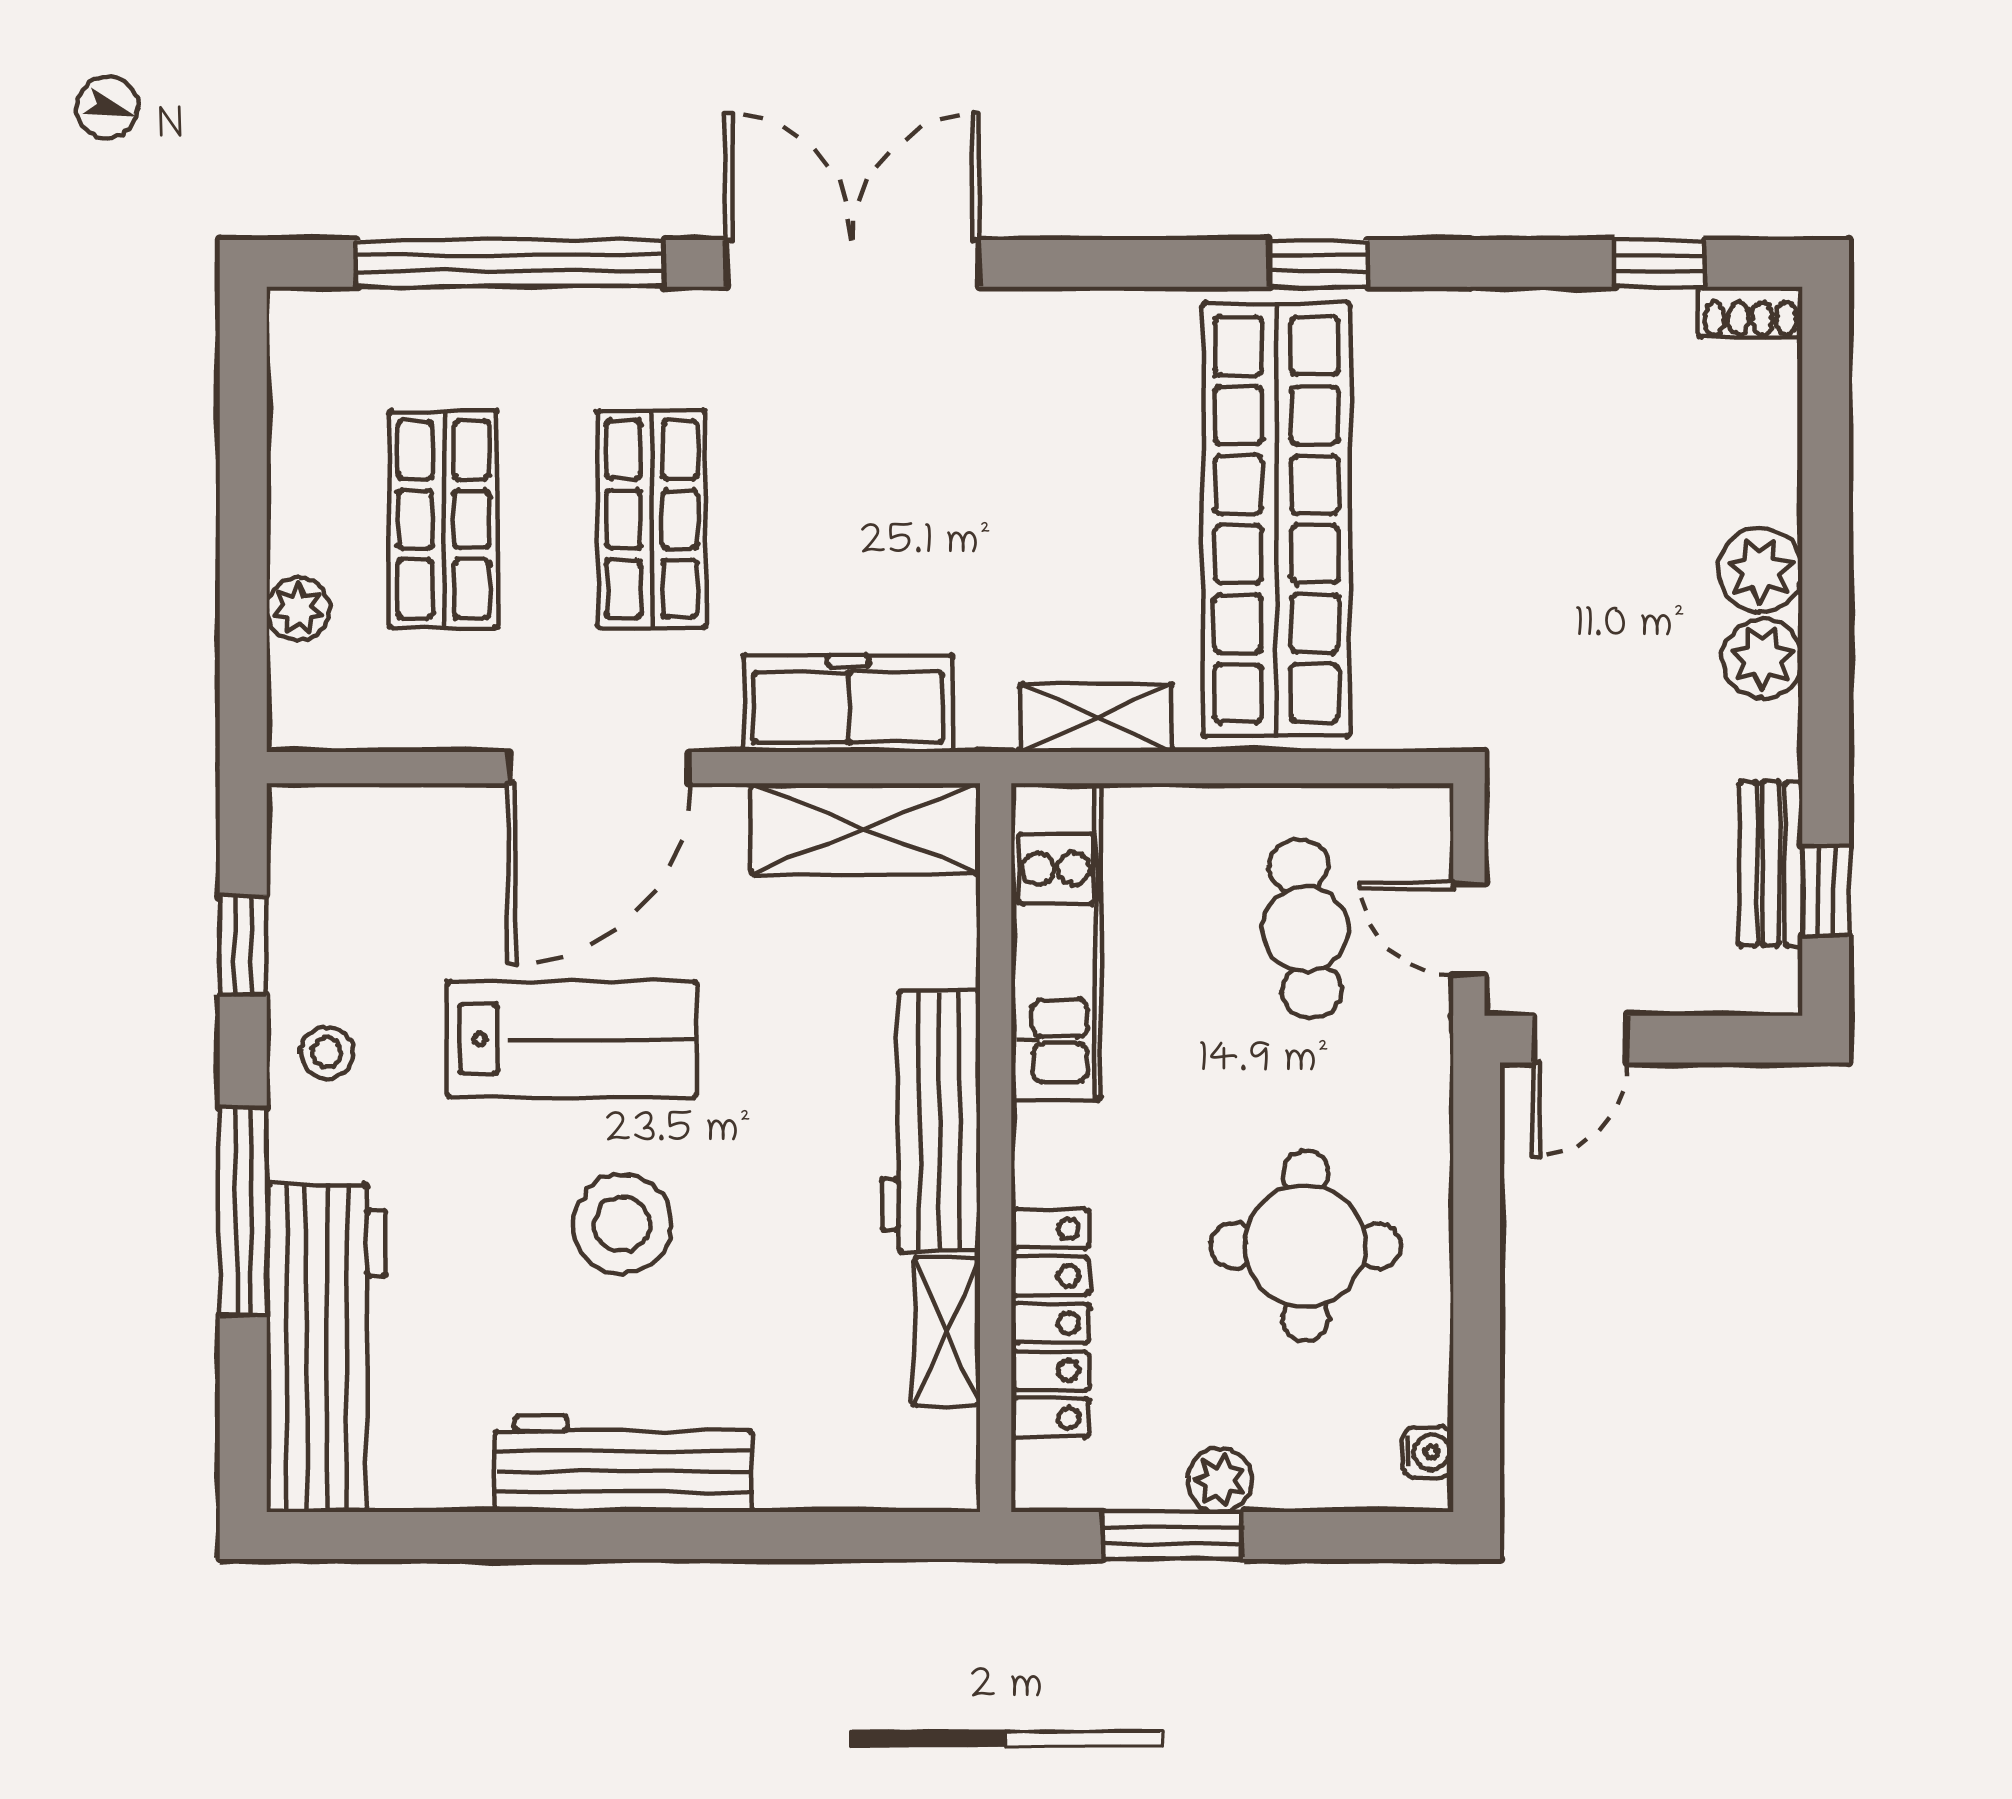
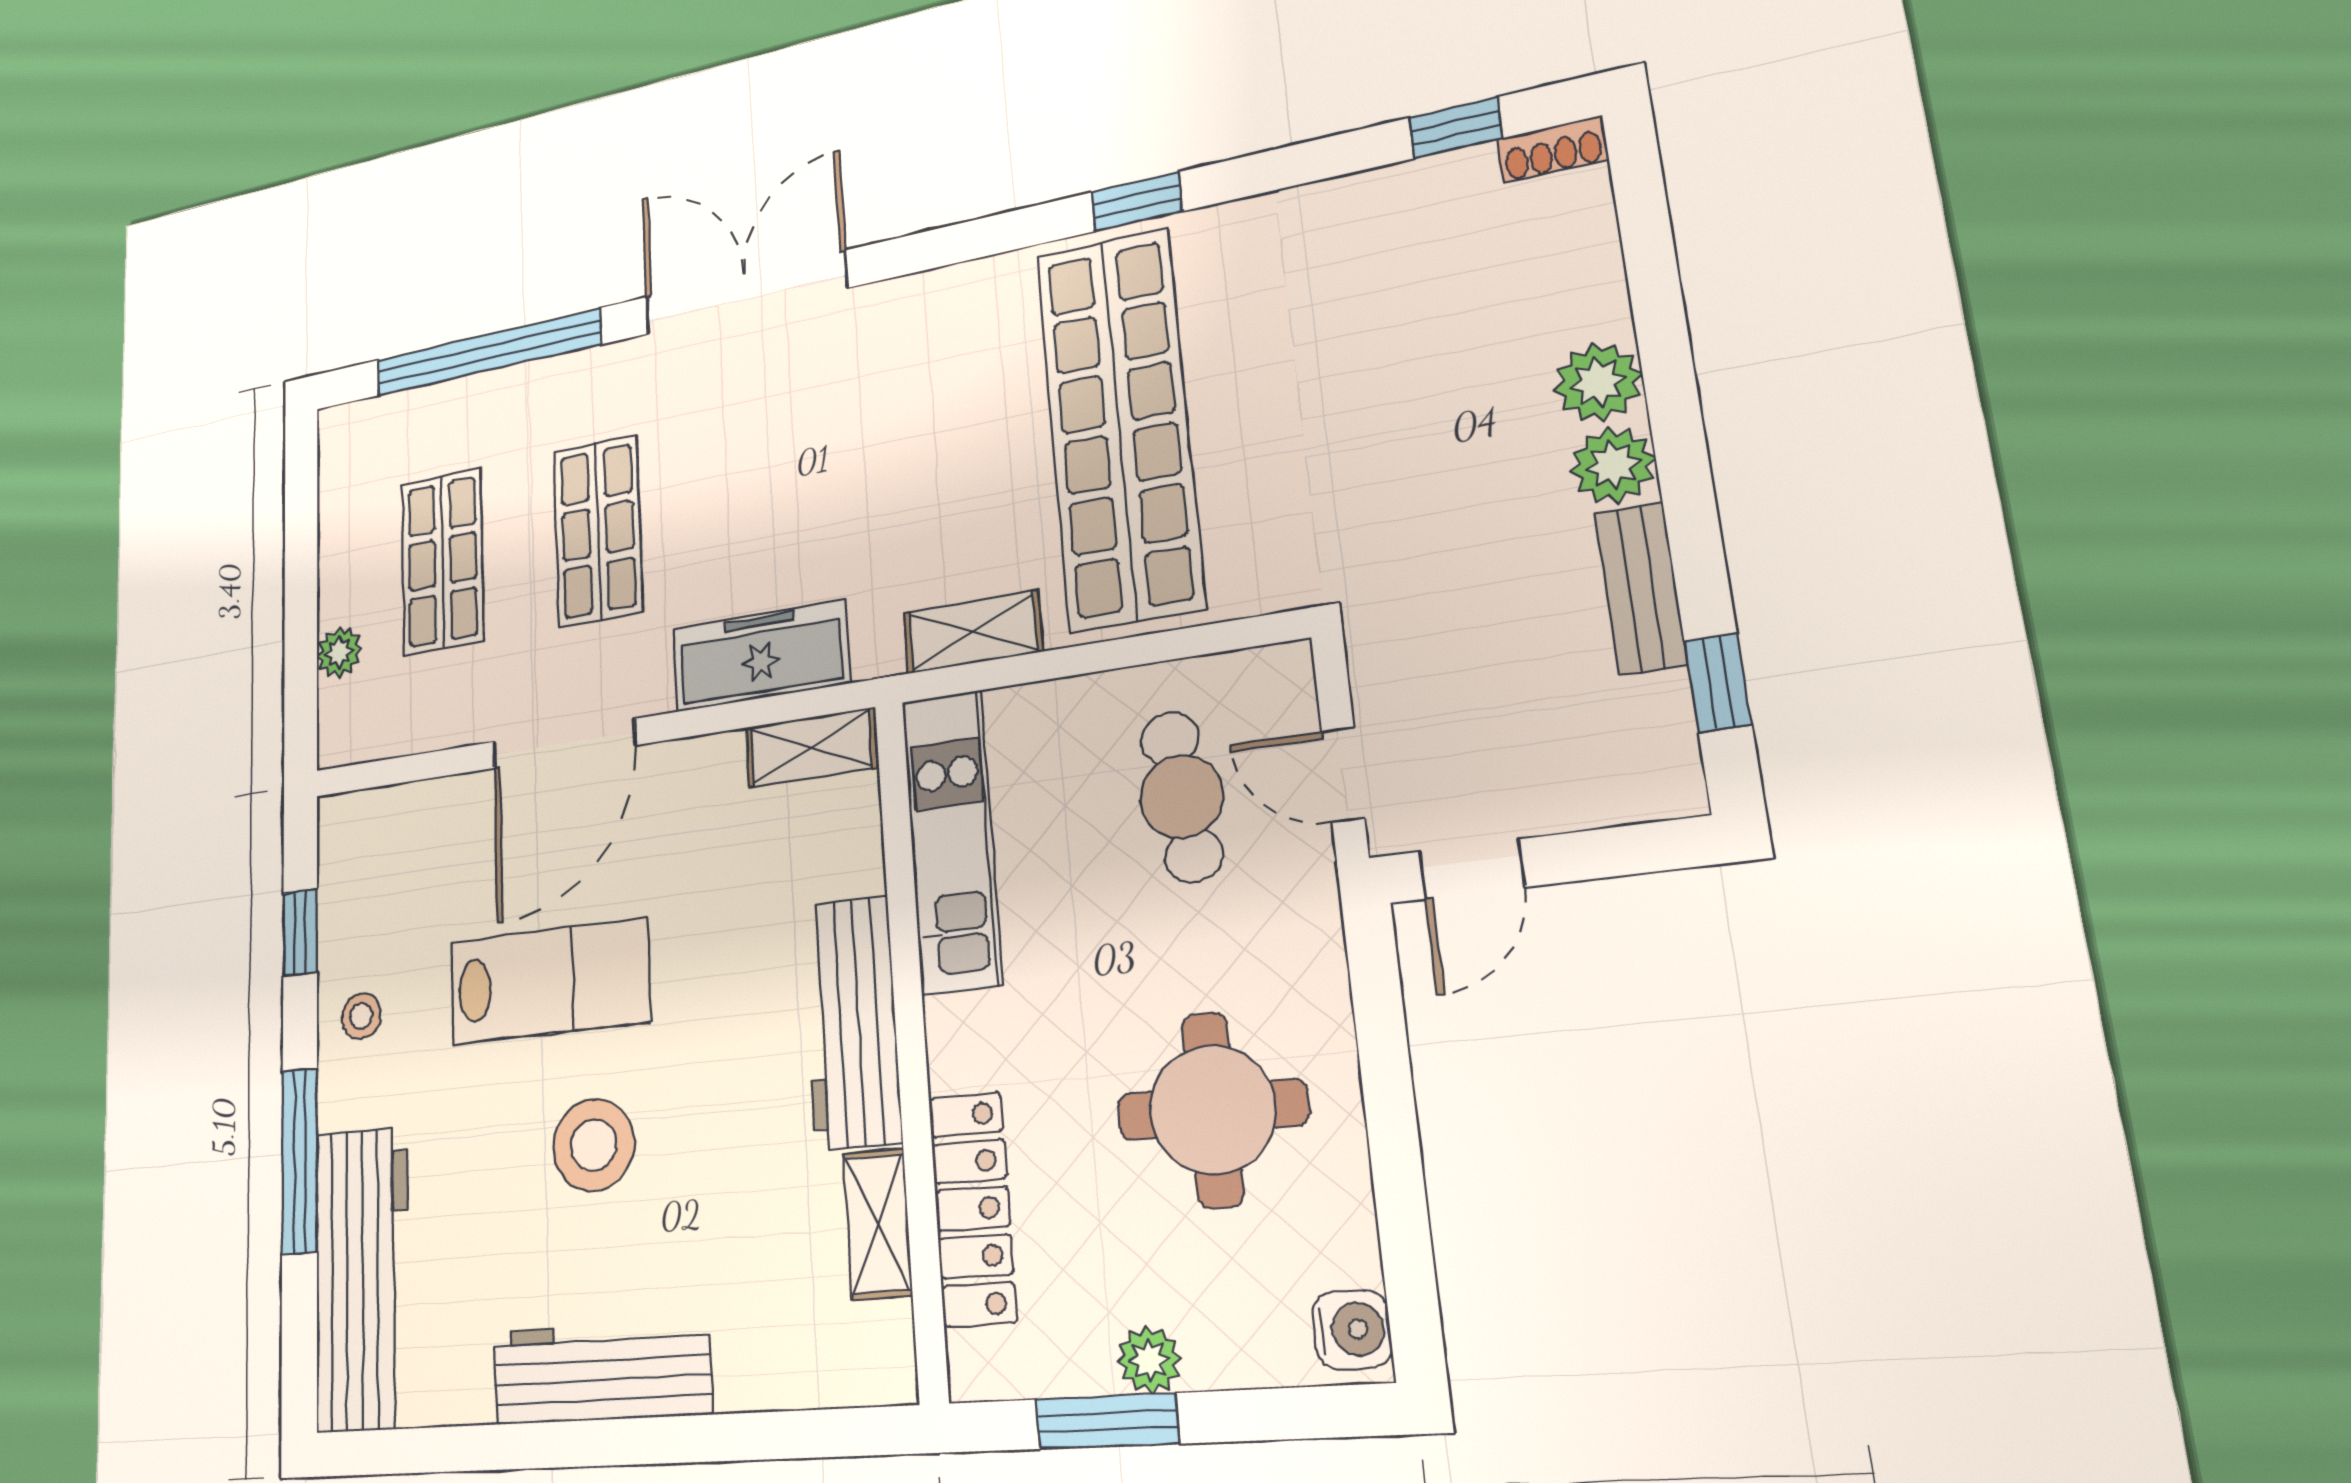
shelving: (865, 829) -> (811, 748), width x0.67, depth x0.75
bench: (1771, 864) -> (1641, 589), moved
water cooler: (1428, 1452) -> (1352, 1330), width x1.38, depth x1.38

